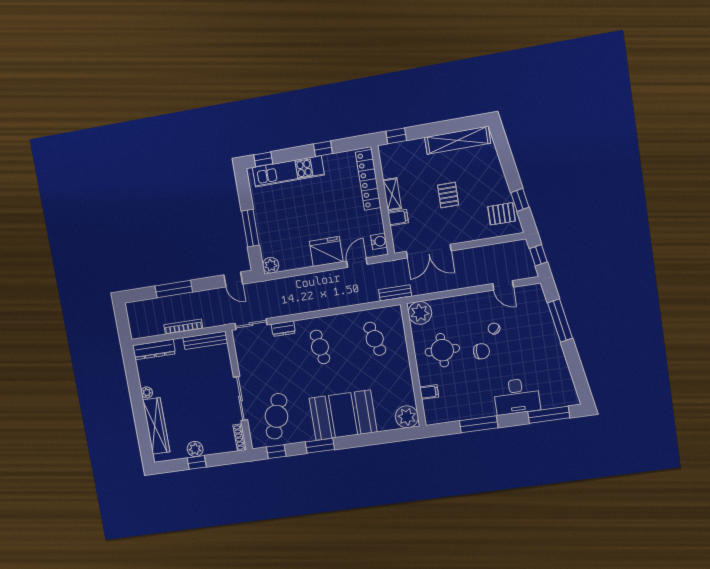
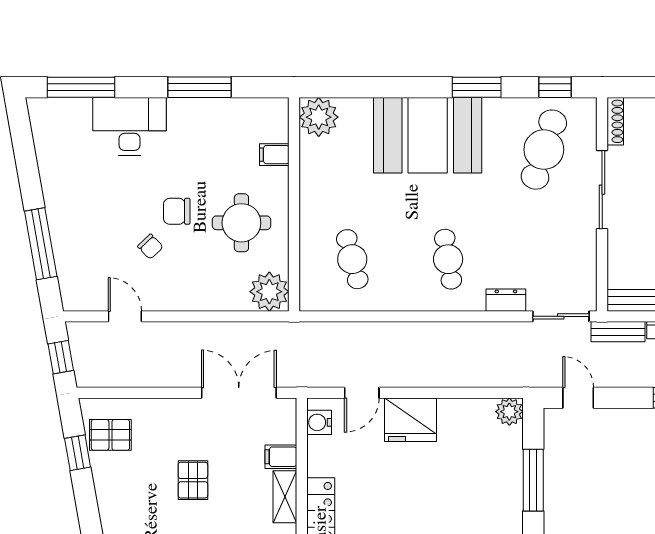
bench: (395, 293) -> (618, 332), moved

